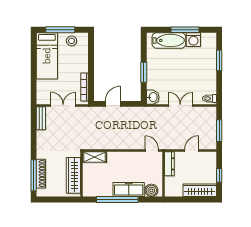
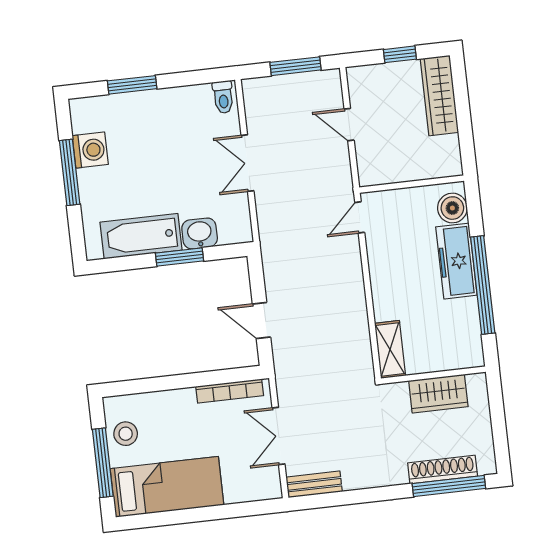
bathtub: (169, 40) -> (141, 236), moved, turned -90
washbasin: (153, 97) -> (200, 233), moved
dresser: (169, 164) -> (386, 173), removed
wardrobe: (73, 175) -> (438, 394), width x0.67

